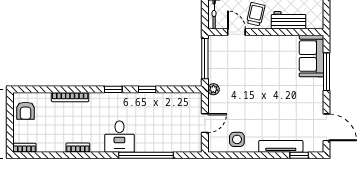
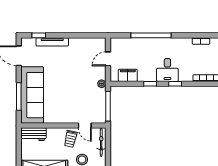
workbench: (288, 20) -> (34, 134), moved
sofa: (311, 56) -> (32, 95), width x1.85, depth x1.27
filing cabinet: (178, 101) -> (128, 75), added
desk: (119, 137) -> (167, 70), moved, turned 180
side table: (237, 139) -> (84, 47), removed

